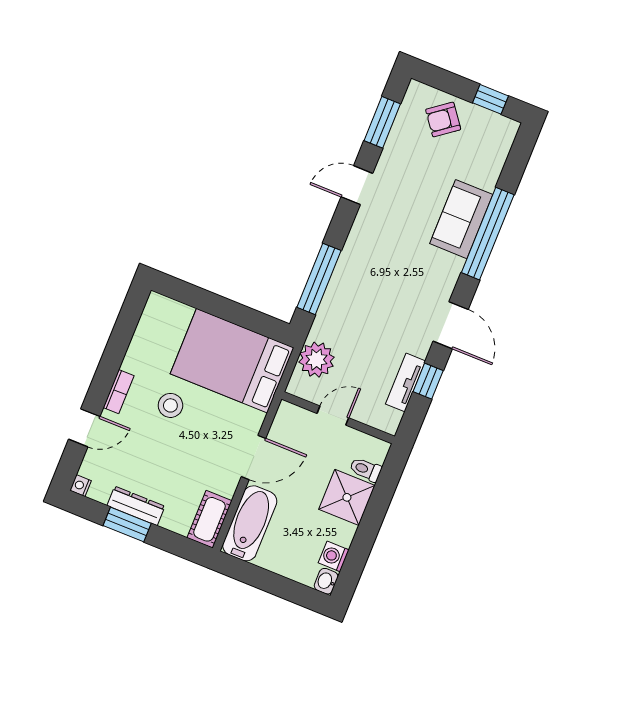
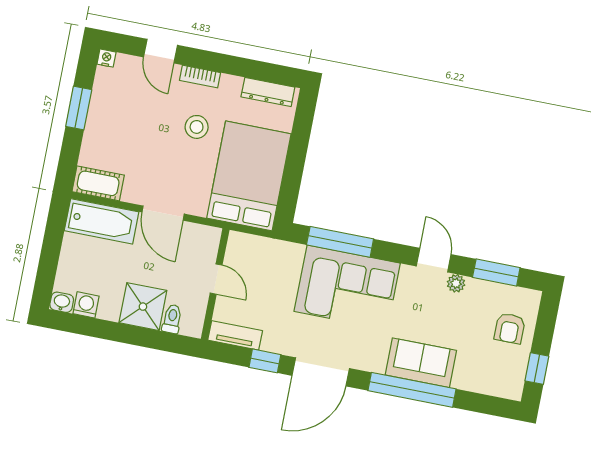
armchair: (443, 120) -> (510, 328), turned -143
corner sofa: (368, 281) -> (347, 287), added
door: (451, 325) -> (321, 372), width x1.36
plant: (317, 360) -> (456, 283), moved, width x0.53, depth x0.53
tv unit: (405, 382) -> (235, 335), moved
dresser: (136, 506) -> (268, 92), moved, turned 90

